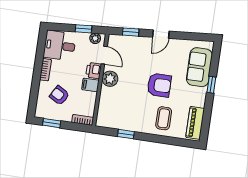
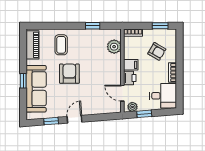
window: (131, 32) -> (51, 121), moved
sofa: (199, 67) -> (36, 89), width x1.36
plant: (110, 79) -> (114, 47), moved
armchair: (159, 85) -> (69, 74), turned 90

